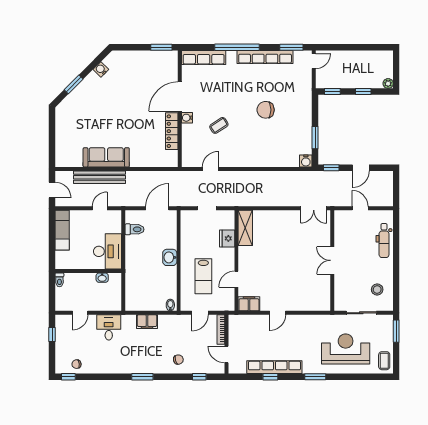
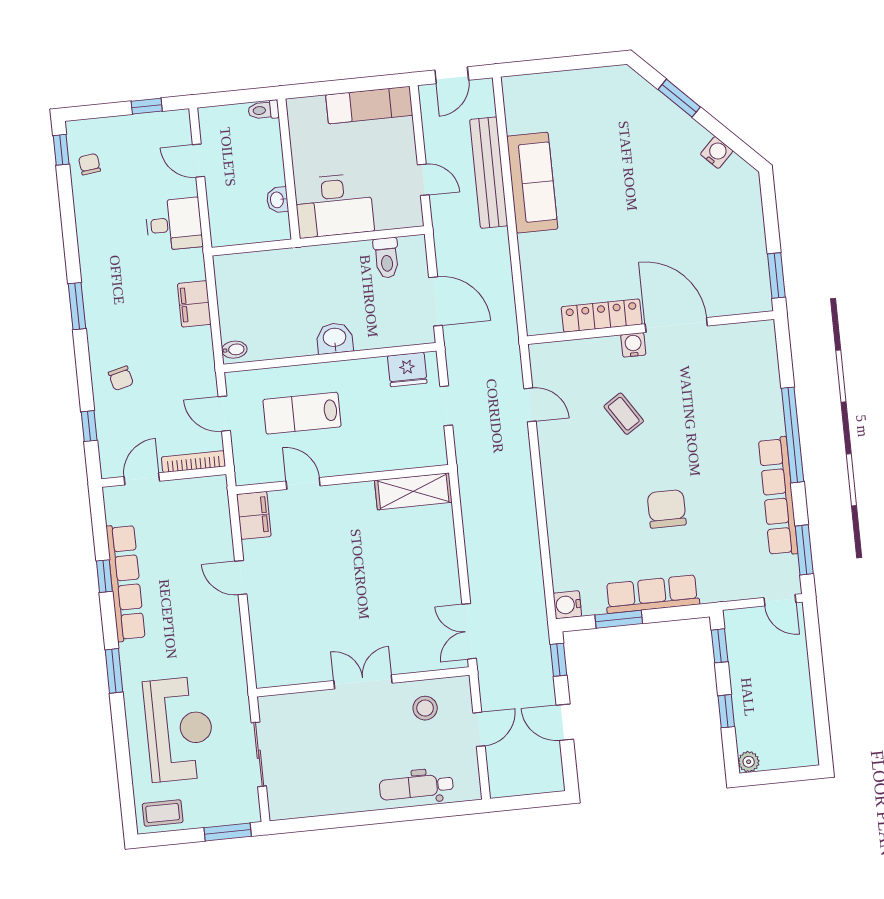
row of seats: (204, 57) -> (652, 594), moved, turned 90
fridge: (227, 238) -> (407, 369), moved, turned 180
stool: (377, 290) -> (425, 708), moved

